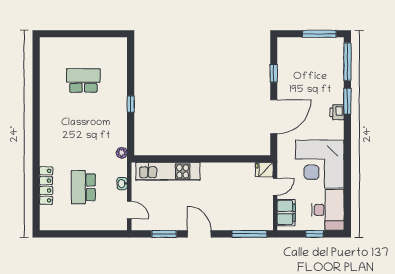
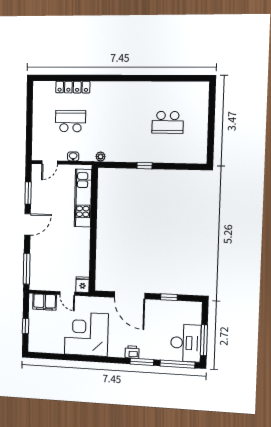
school desk: (83, 80) -> (168, 122), turned 90
desk: (328, 210) -> (186, 343), moved, turned -90

